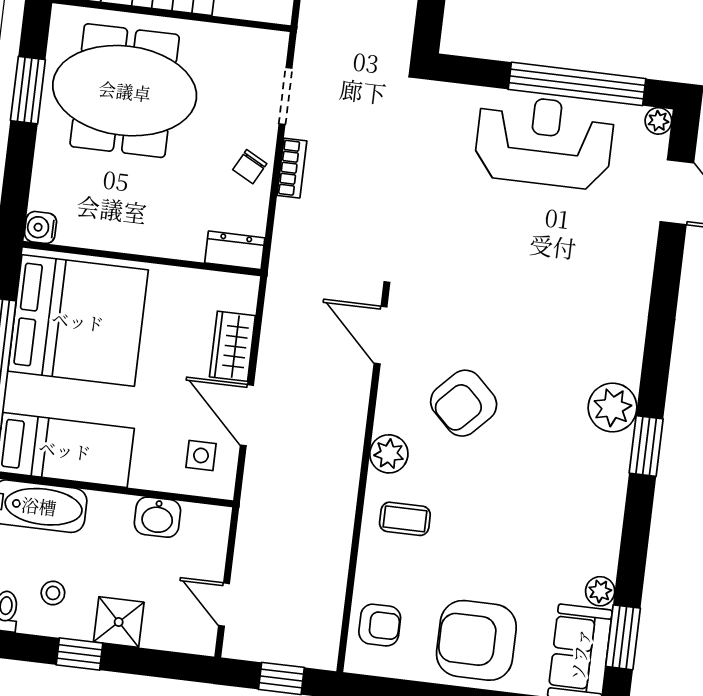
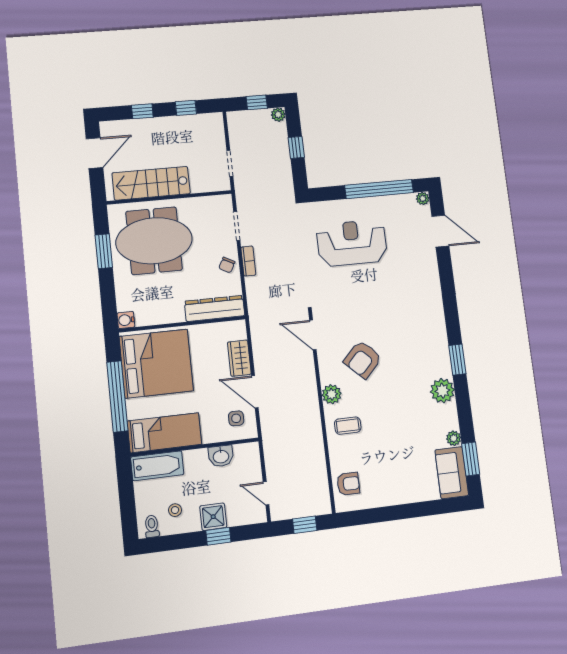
reception desk: (544, 142) -> (352, 243), moved
dresser: (235, 250) -> (215, 308), width x1.96, depth x1.24
plant: (613, 407) -> (442, 391), moved
armchair: (476, 640) -> (399, 479), removed
window: (80, 654) -> (218, 536), moved

